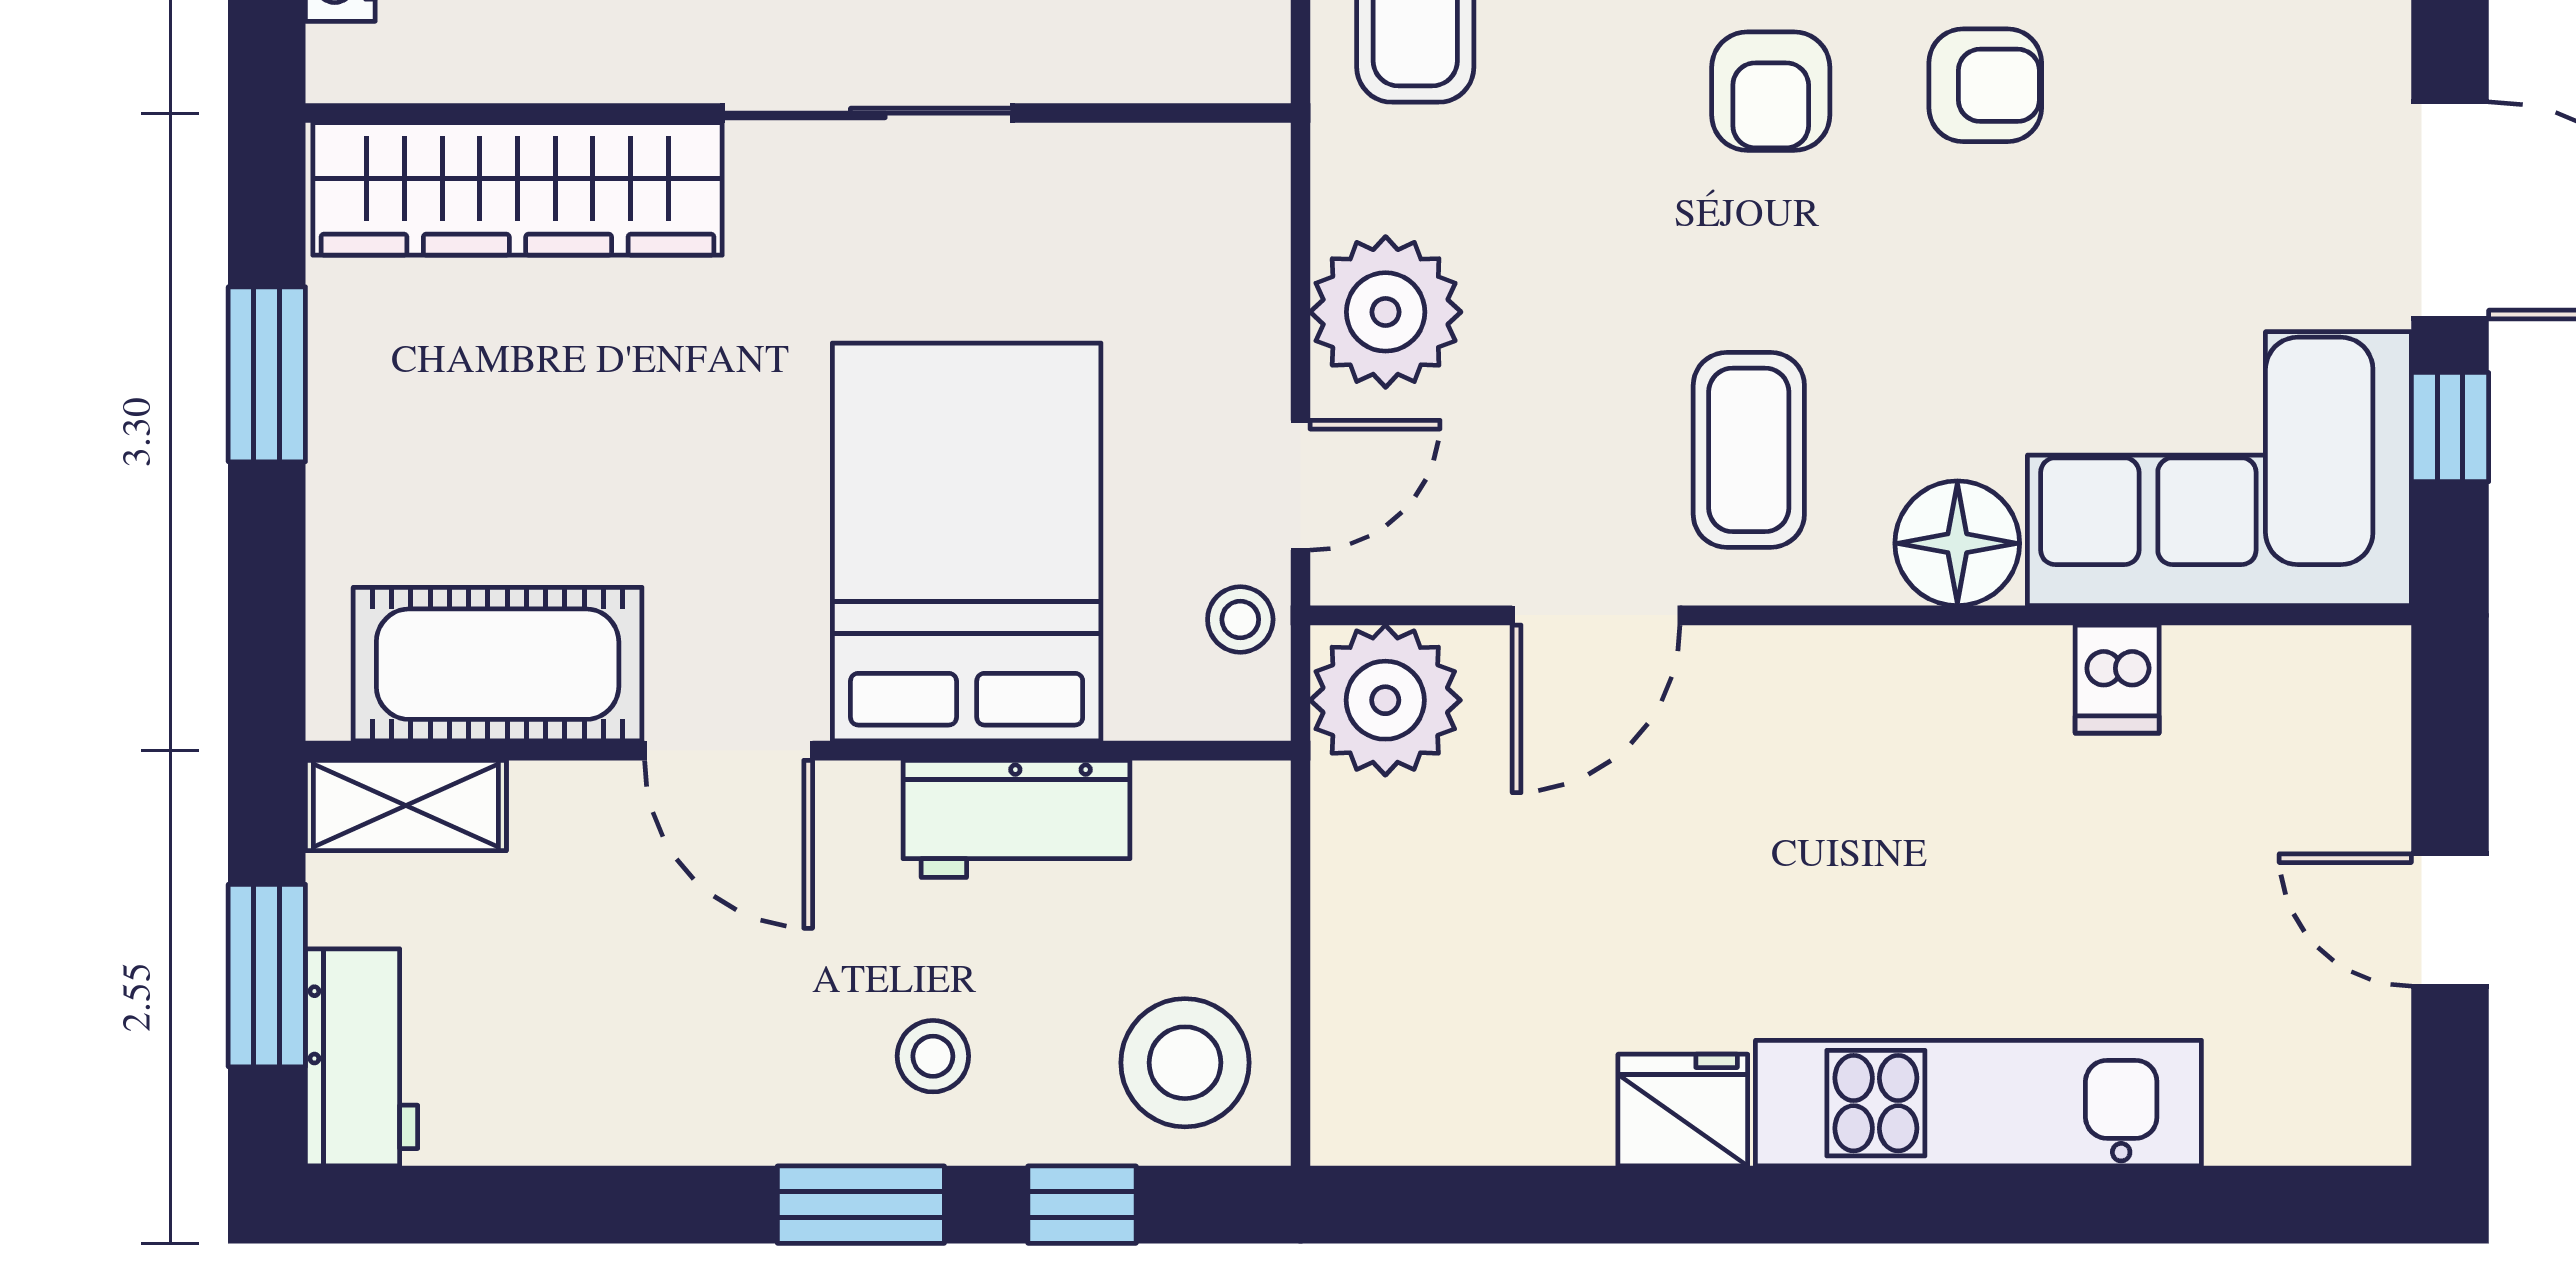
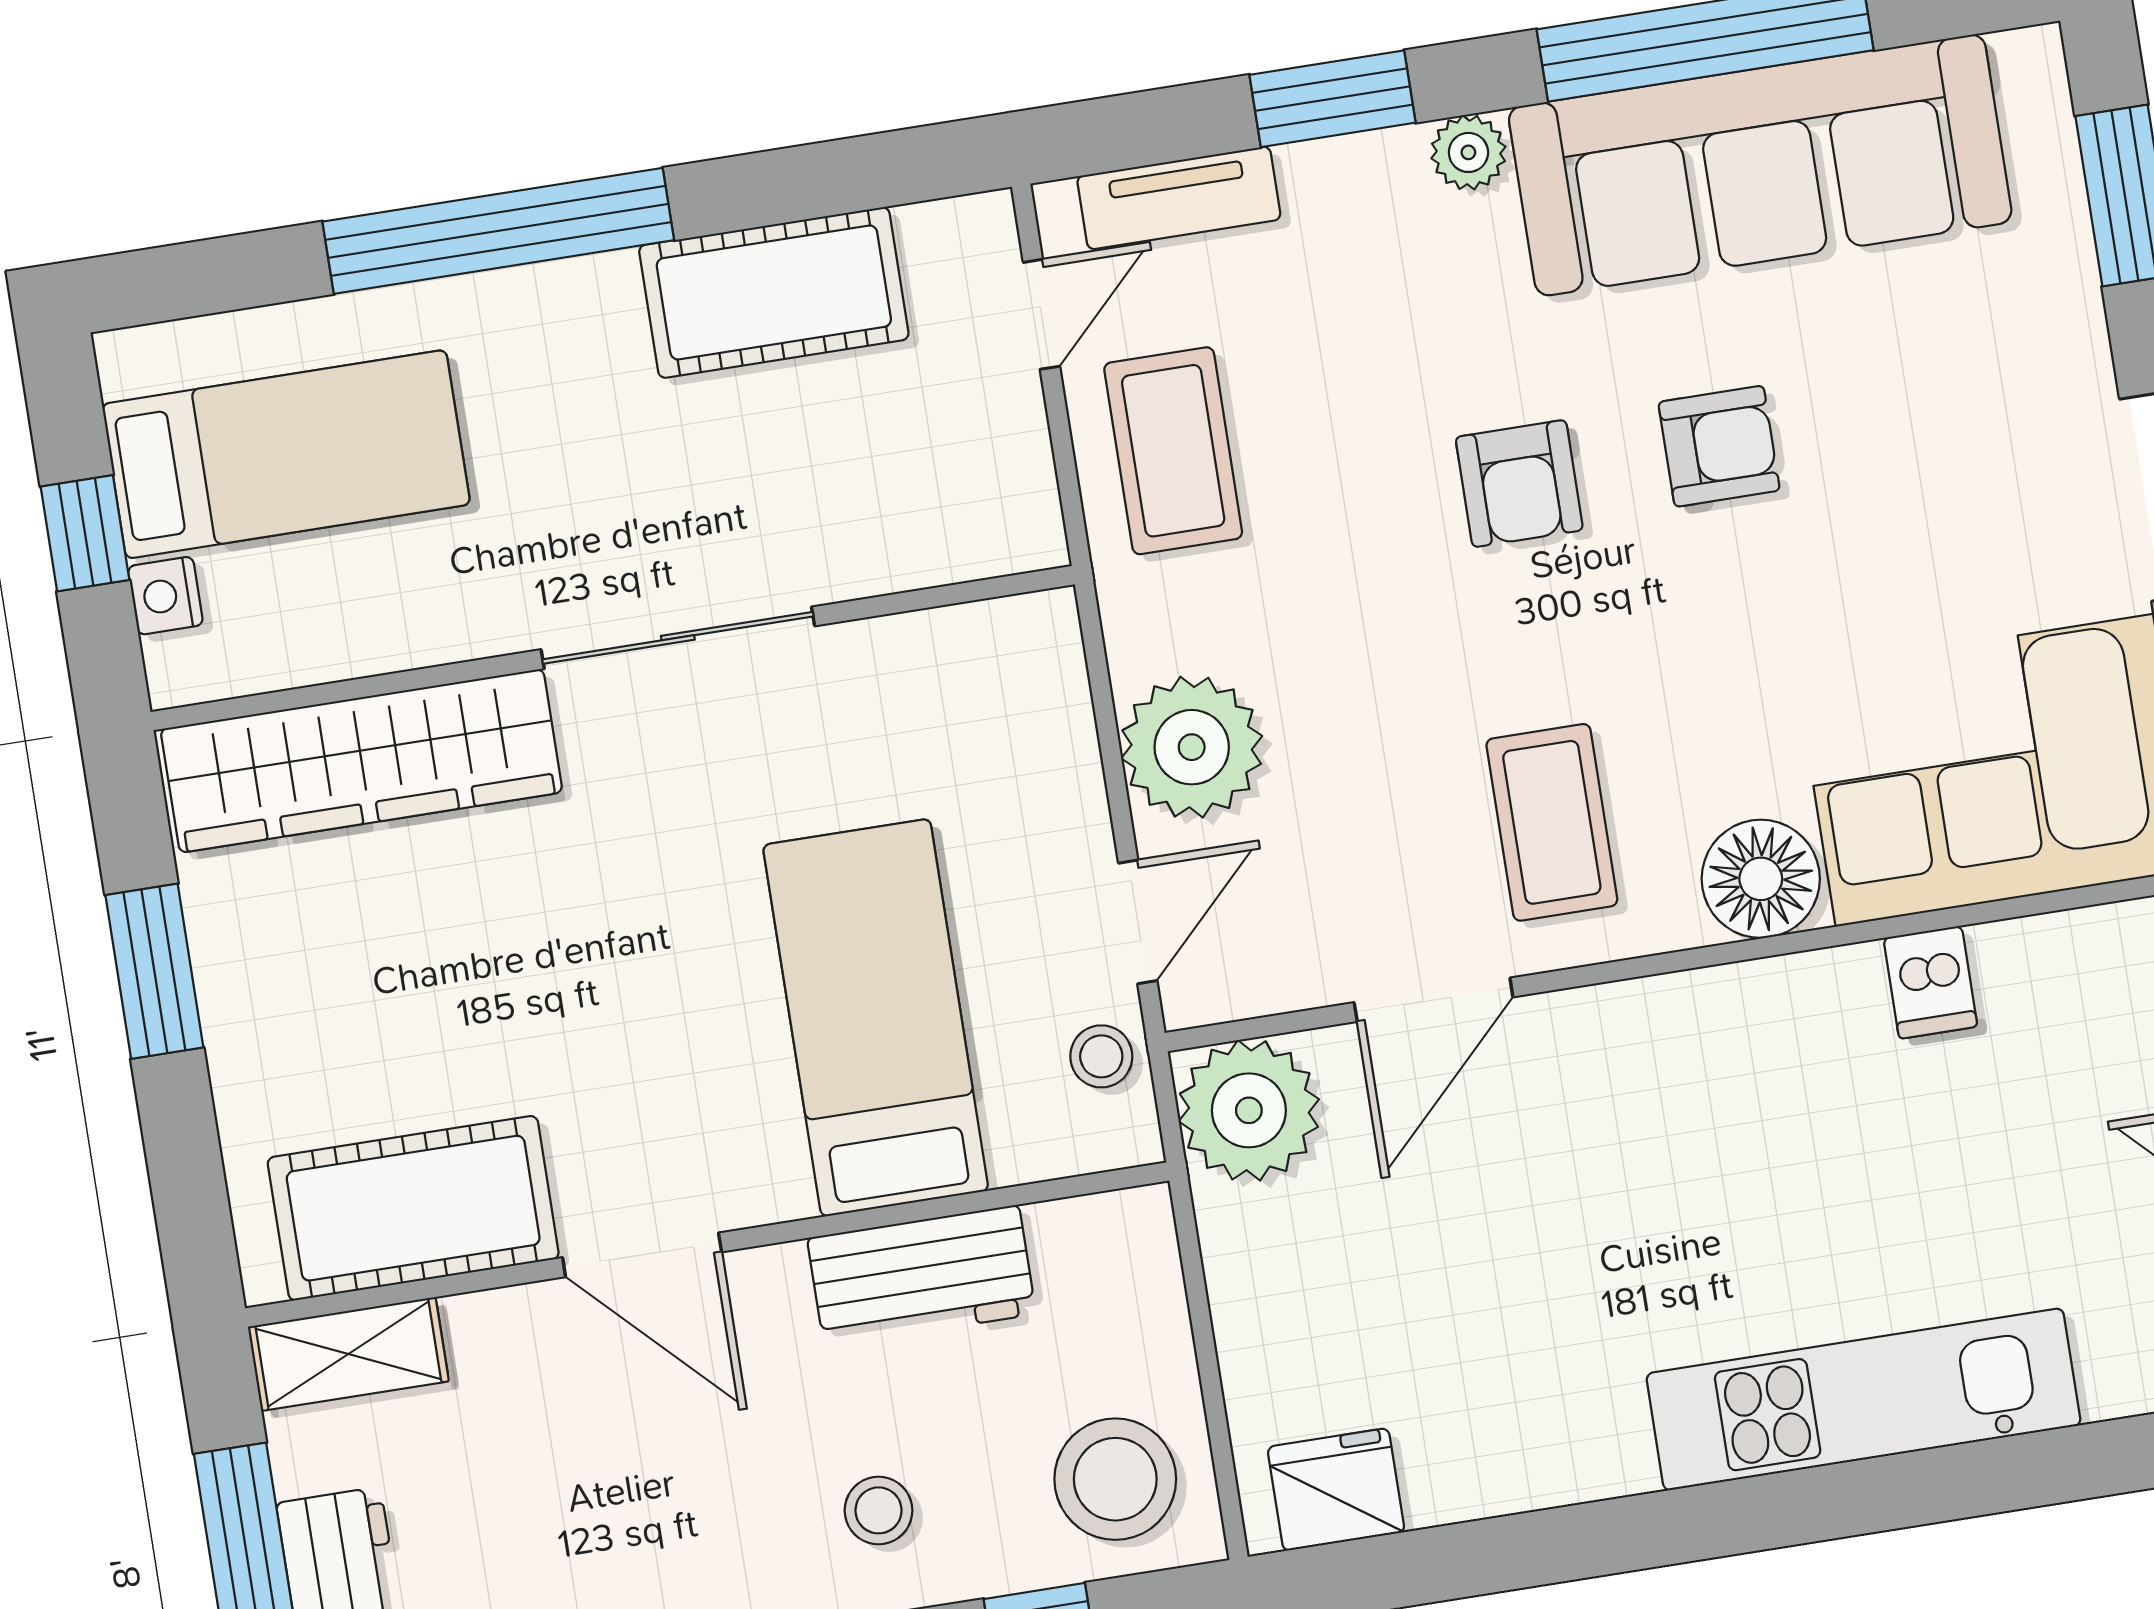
bed: (967, 542) -> (876, 1018), width x0.67
fridge: (1683, 1110) -> (1336, 1490), moved

